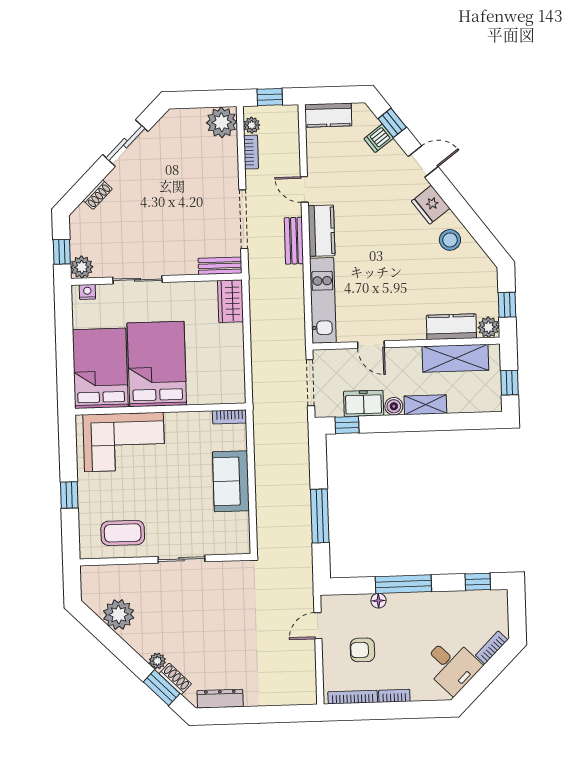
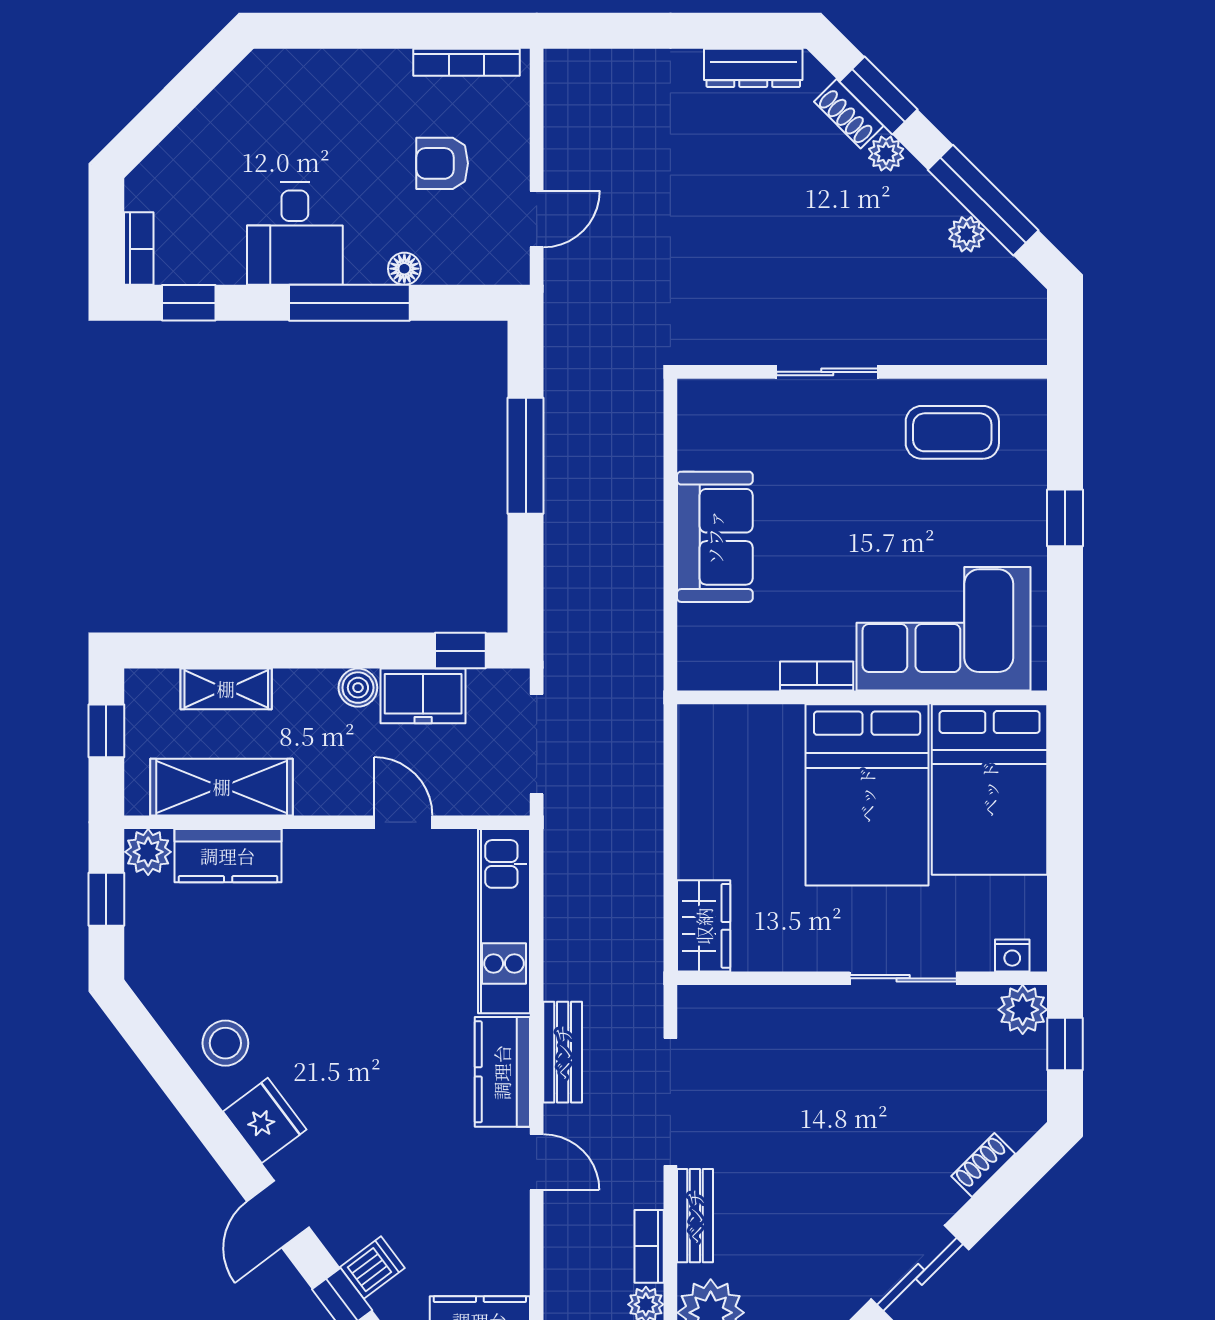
door: (423, 162) -> (278, 1214), hinge flipped
bench: (220, 266) -> (695, 1216), moved, turned 90
shelving: (425, 405) -> (226, 689), moved
bookcase: (230, 417) -> (817, 676), moved
plant: (119, 615) -> (967, 234), width x0.53, depth x0.53
window: (112, 641) -> (983, 200), added
bookcase: (492, 648) -> (139, 249), moved, turned -45
armchair: (362, 650) -> (442, 163), turned 180
desk: (451, 665) -> (295, 234), moved, turned -135
bookcase: (394, 696) -> (376, 62), removed

